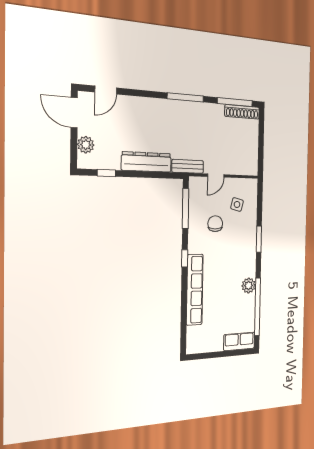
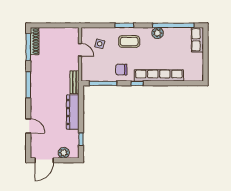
door: (106, 90) -> (28, 126), moved
door: (216, 176) -> (80, 50), moved
chair: (215, 224) -> (121, 70), moved
coffee table: (239, 246) -> (129, 42), added

